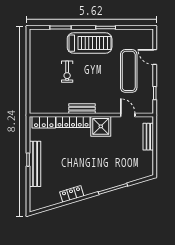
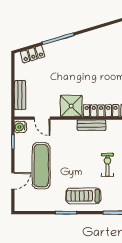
treadmill: (90, 43) -> (83, 196), width x0.73, depth x0.73
door: (155, 57) -> (13, 181), hinge flipped
water cooler: (148, 107) -> (20, 127), added
locker: (72, 194) -> (33, 54), moved

